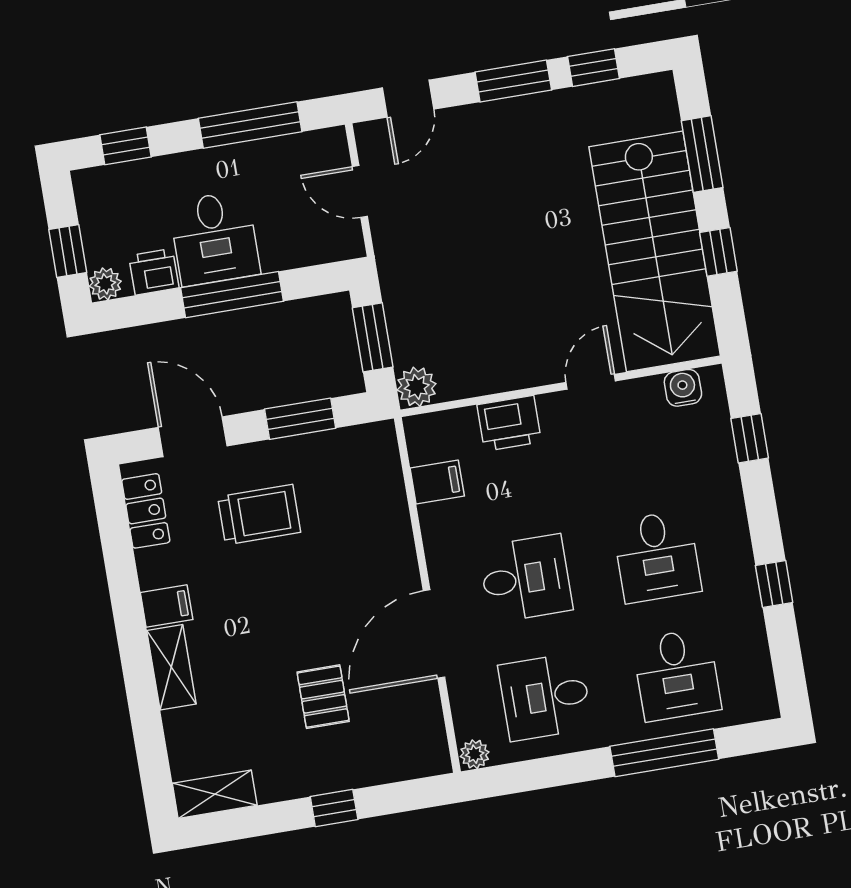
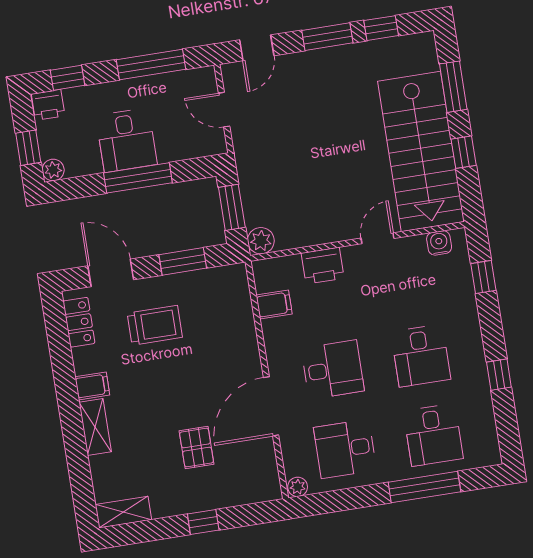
printer: (154, 272) -> (48, 105), moved, turned 180

